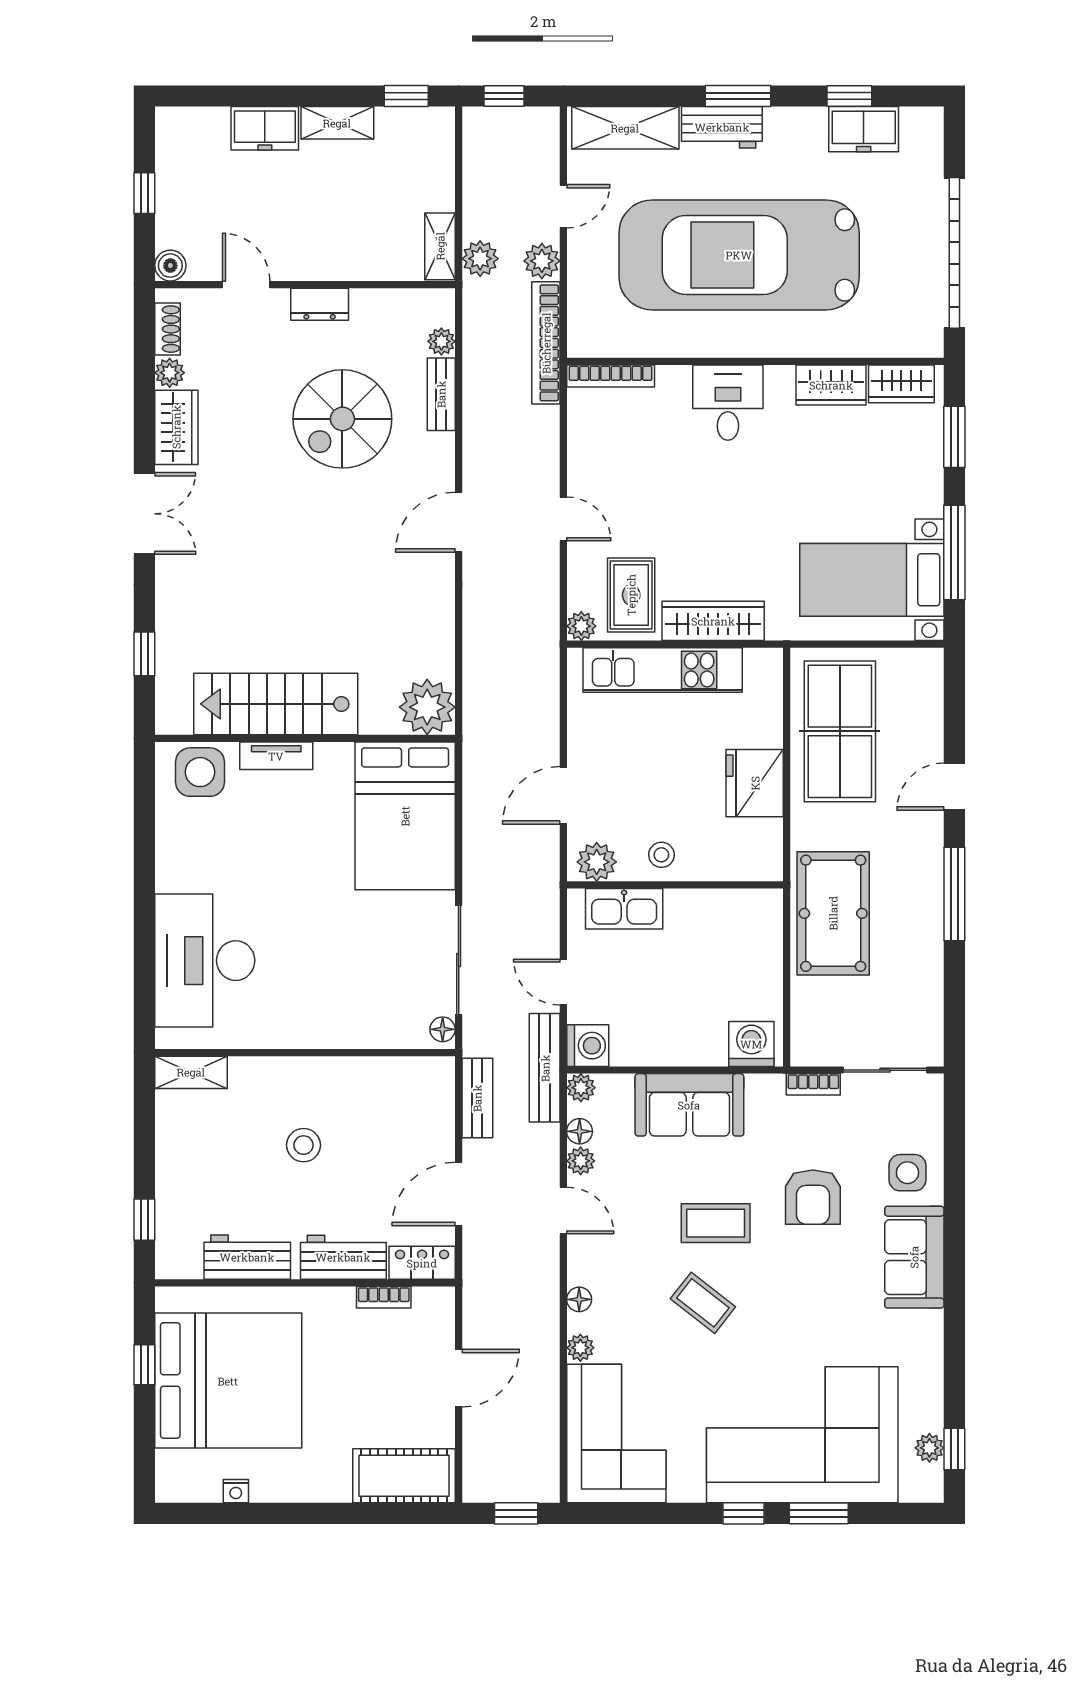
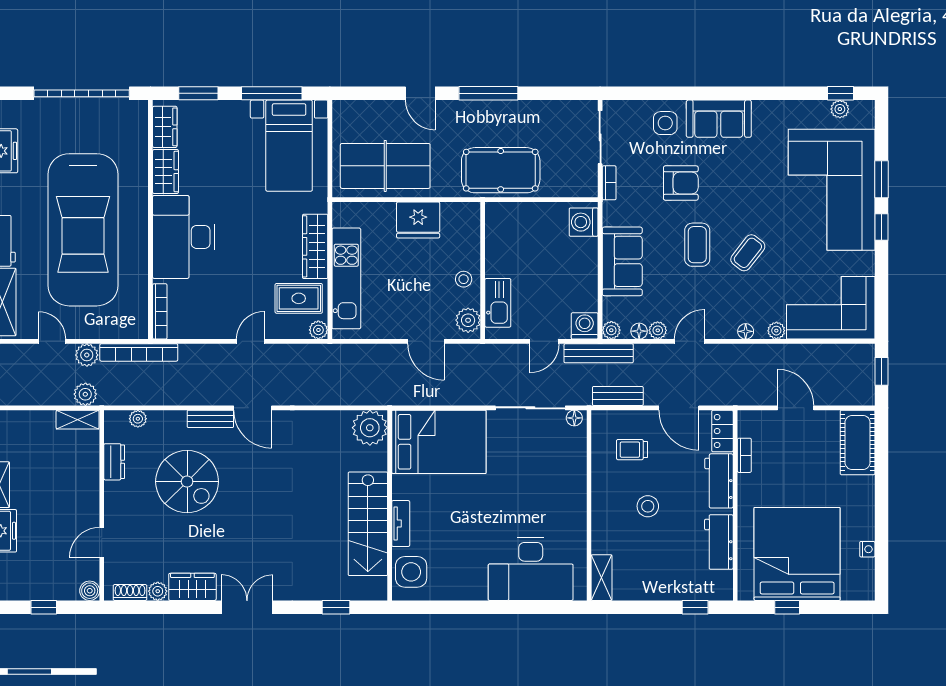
dresser: (320, 304) -> (114, 462), moved
bench: (441, 394) -> (210, 419), moved
desk: (728, 403) -> (184, 237), width x1.87, depth x1.30
trolley: (393, 1120) -> (632, 450), added

